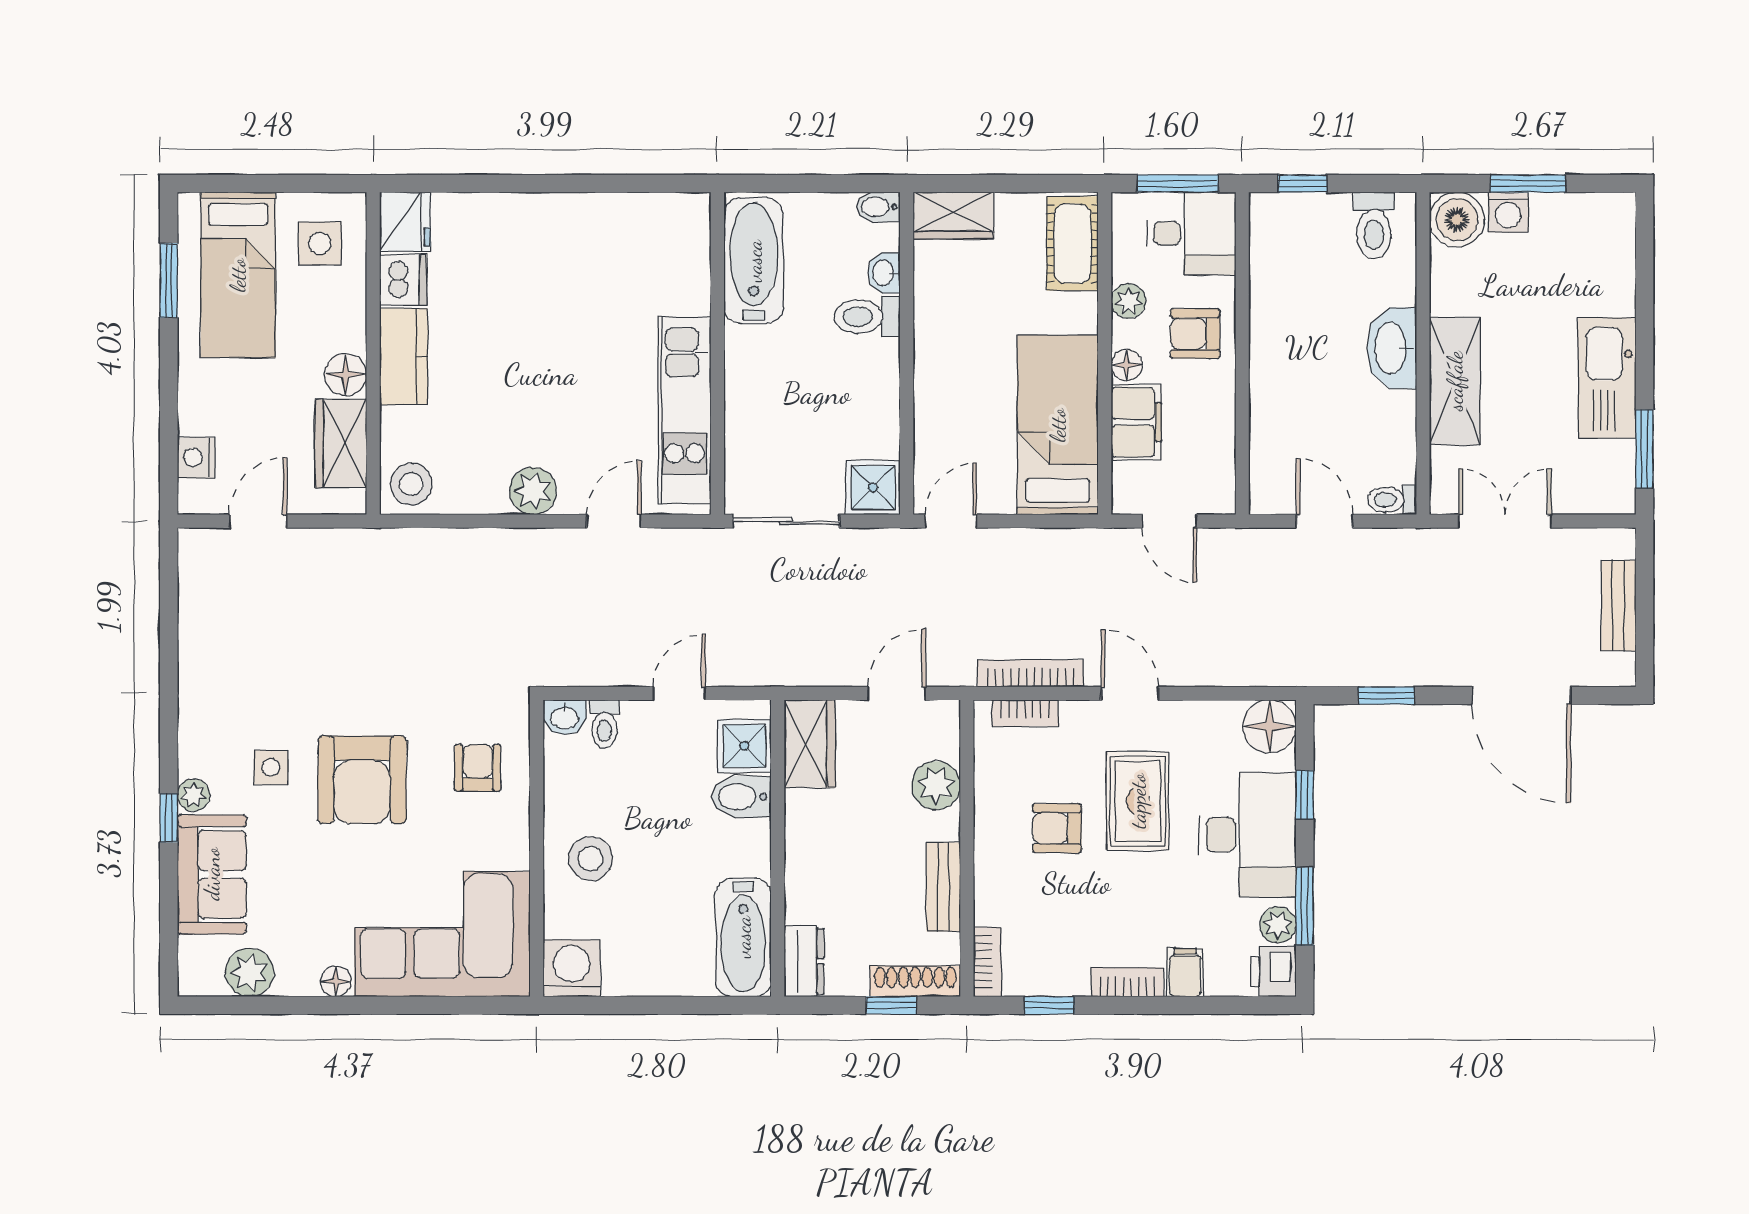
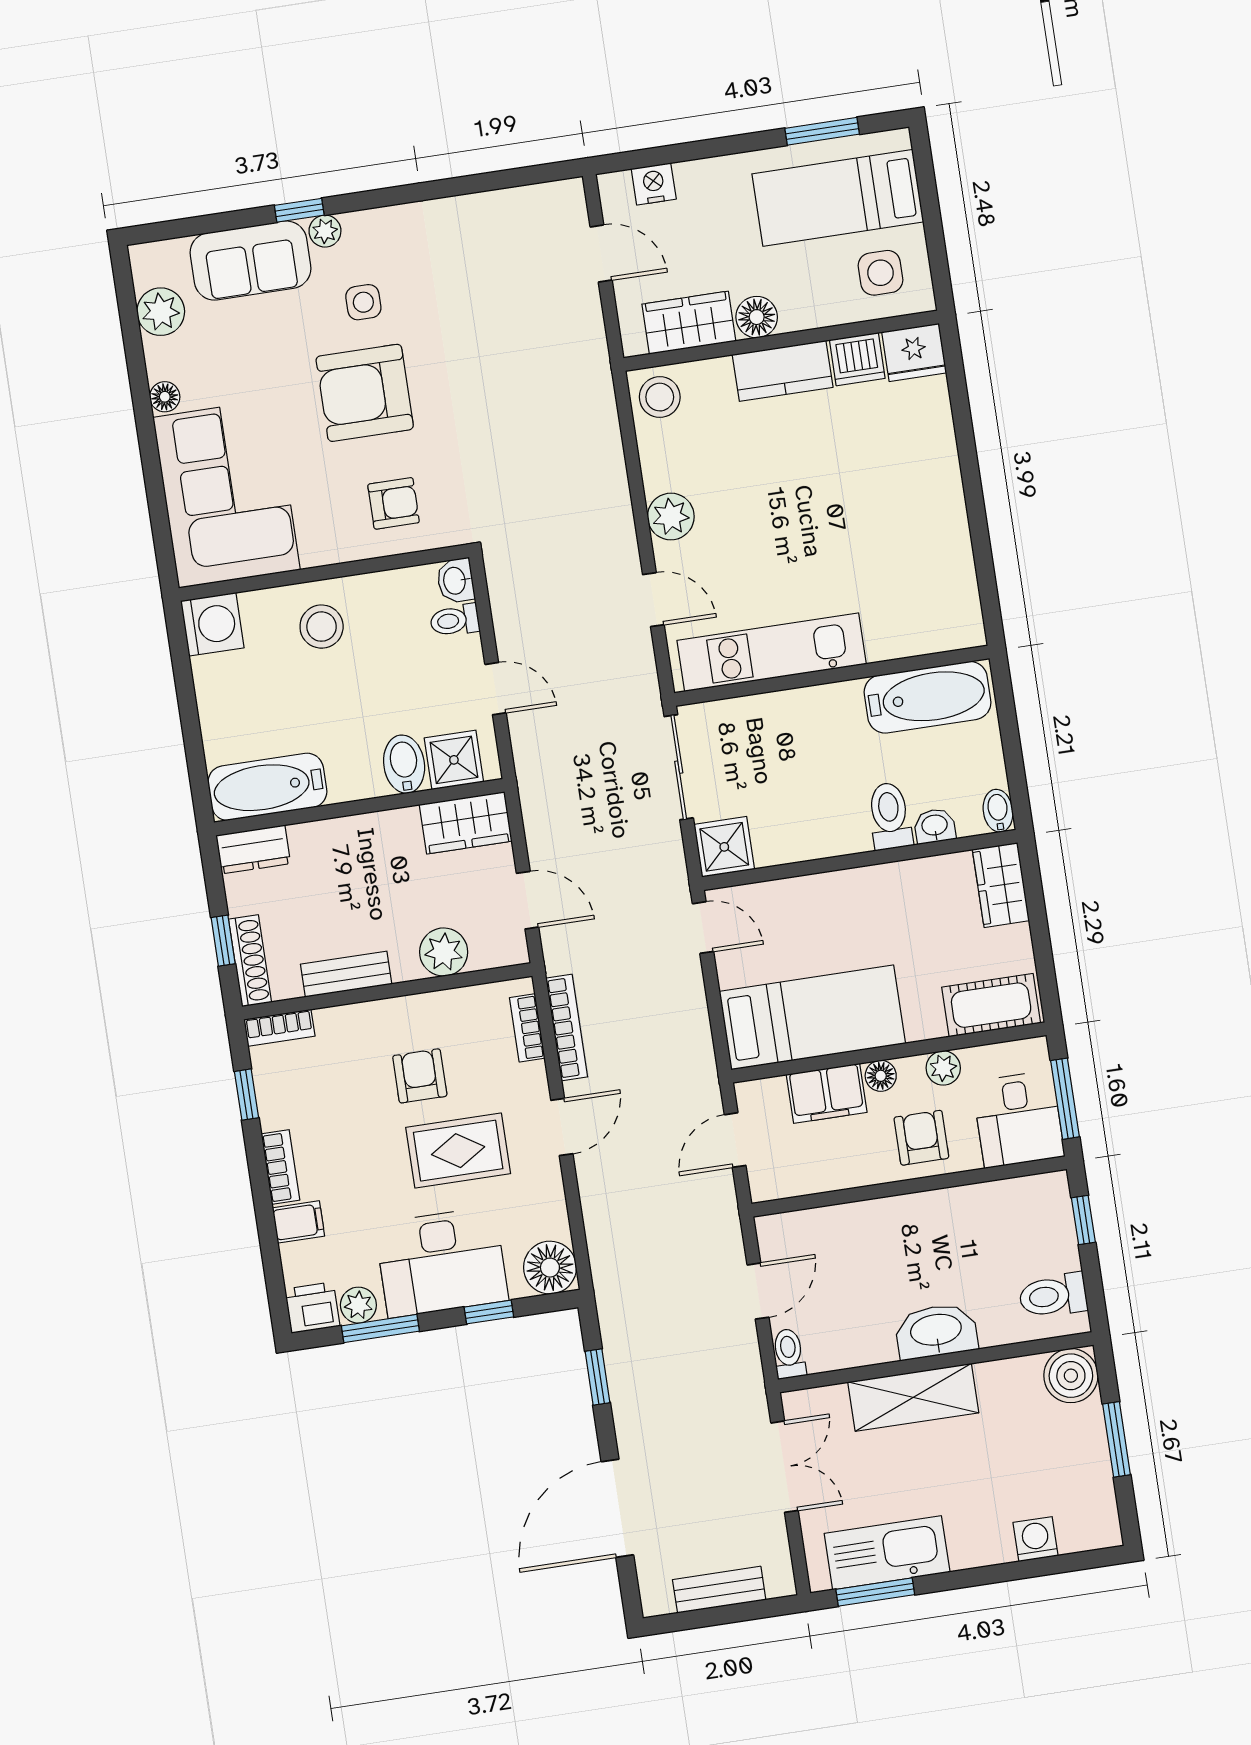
washing machine: (1508, 212) -> (1036, 1539), moved, turned 90
kitchen sink: (1607, 378) -> (887, 1553), moved

